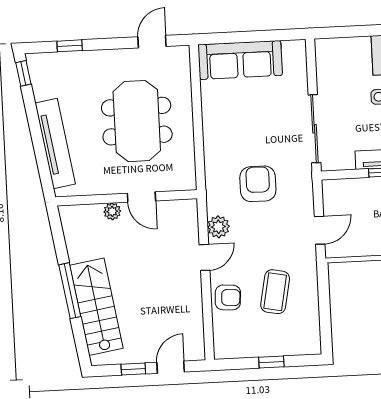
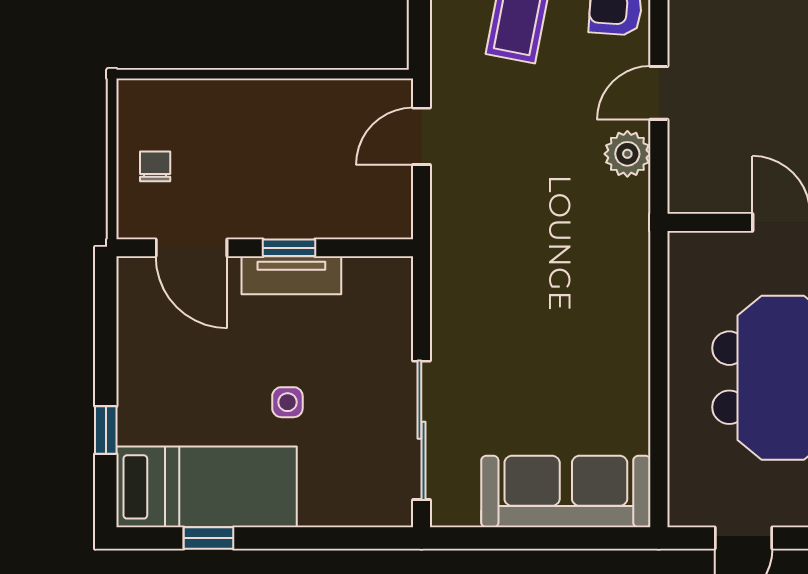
sliding door: (314, 129) -> (421, 430), moved
armchair: (258, 184) -> (543, 237), removed

